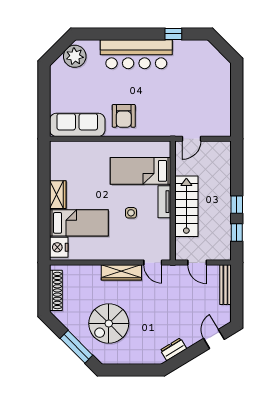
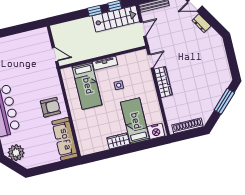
stairs: (186, 206) -> (116, 19), moved, turned 180
spiral stairs: (109, 323) -> (202, 82), removed
dresser: (174, 349) -> (201, 23), moved

